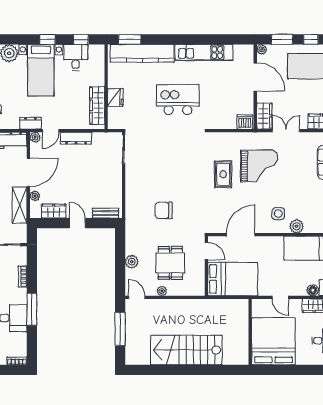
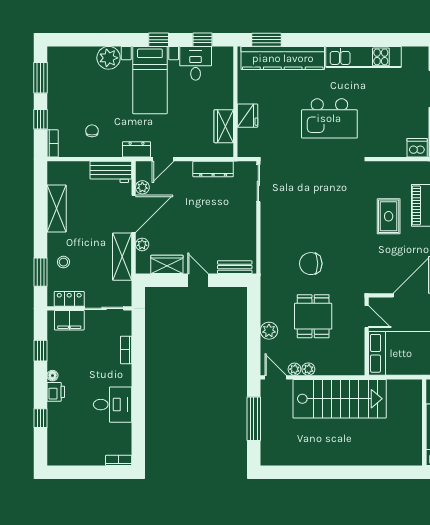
kitchen island: (178, 100) -> (329, 118), turned 180
wardrobe: (97, 105) -> (224, 126), width x0.67
plant: (35, 137) -> (142, 187), moved
dresser: (76, 138) -> (213, 169), moved
dining table: (170, 263) -> (313, 316), moved
plant: (151, 291) -> (294, 369), added
window: (32, 309) -> (138, 393), removed
stairs: (186, 350) -> (340, 399), moved, turned 180

